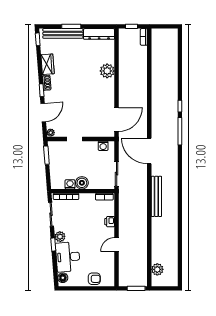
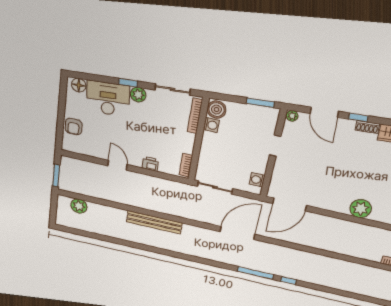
door: (117, 119) -> (290, 204), hinge flipped
boiler: (82, 183) -> (217, 110), moved
bench: (156, 196) -> (154, 222), moved

